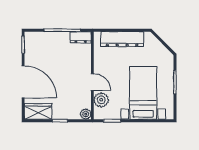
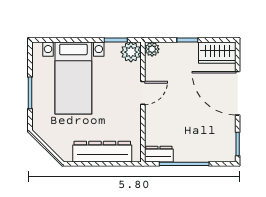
door: (92, 82) -> (143, 93), swing flipped
plant: (101, 100) -> (131, 52), moved

